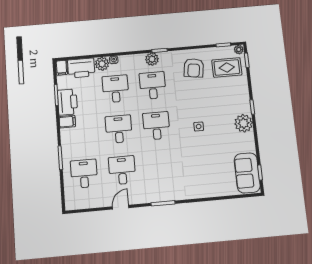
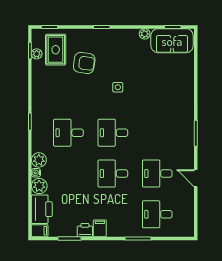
plant: (239, 50) -> (37, 54), moved
plant: (152, 59) -> (39, 160), moved
armchair: (194, 68) -> (84, 63), moved
desk: (115, 89) -> (68, 174), removed
printer: (67, 102) -> (85, 230), width x0.53, depth x0.68
plant: (244, 123) -> (145, 34), moved, width x0.53, depth x0.53

